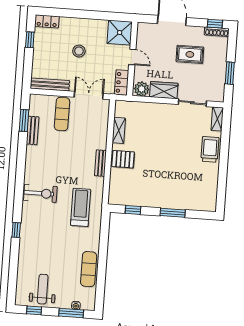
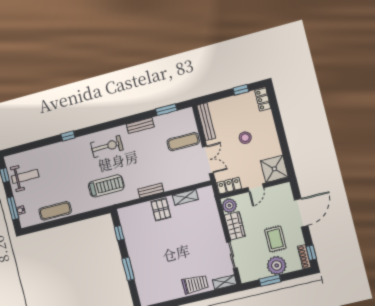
plant: (217, 62) -> (277, 265), added
bench: (33, 130) -> (140, 126), moved
exercise bike: (40, 193) -> (107, 146), turned -90

